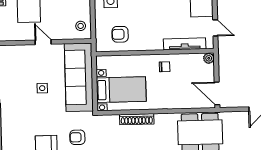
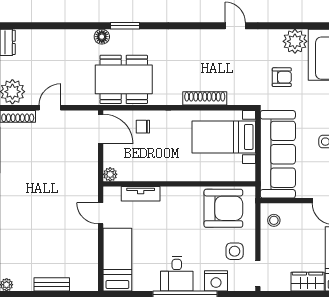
armchair: (120, 34) -> (223, 208), width x1.88, depth x1.88
tv unit: (185, 44) -> (141, 194), width x0.71
chair: (165, 67) -> (143, 127), moved

